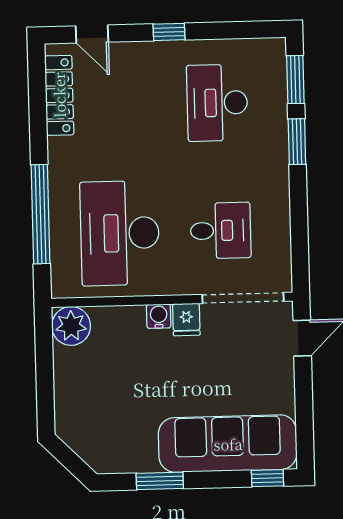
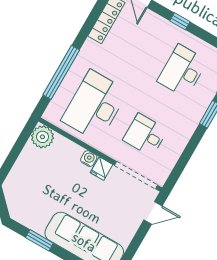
desk: (221, 231) -> (145, 135), turned 180

